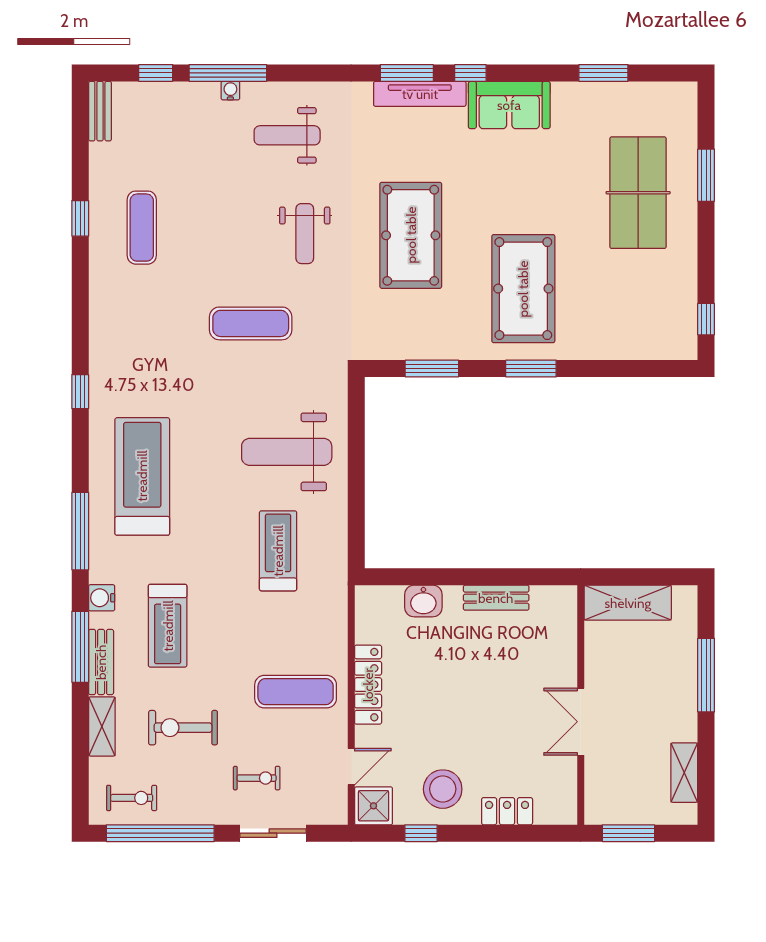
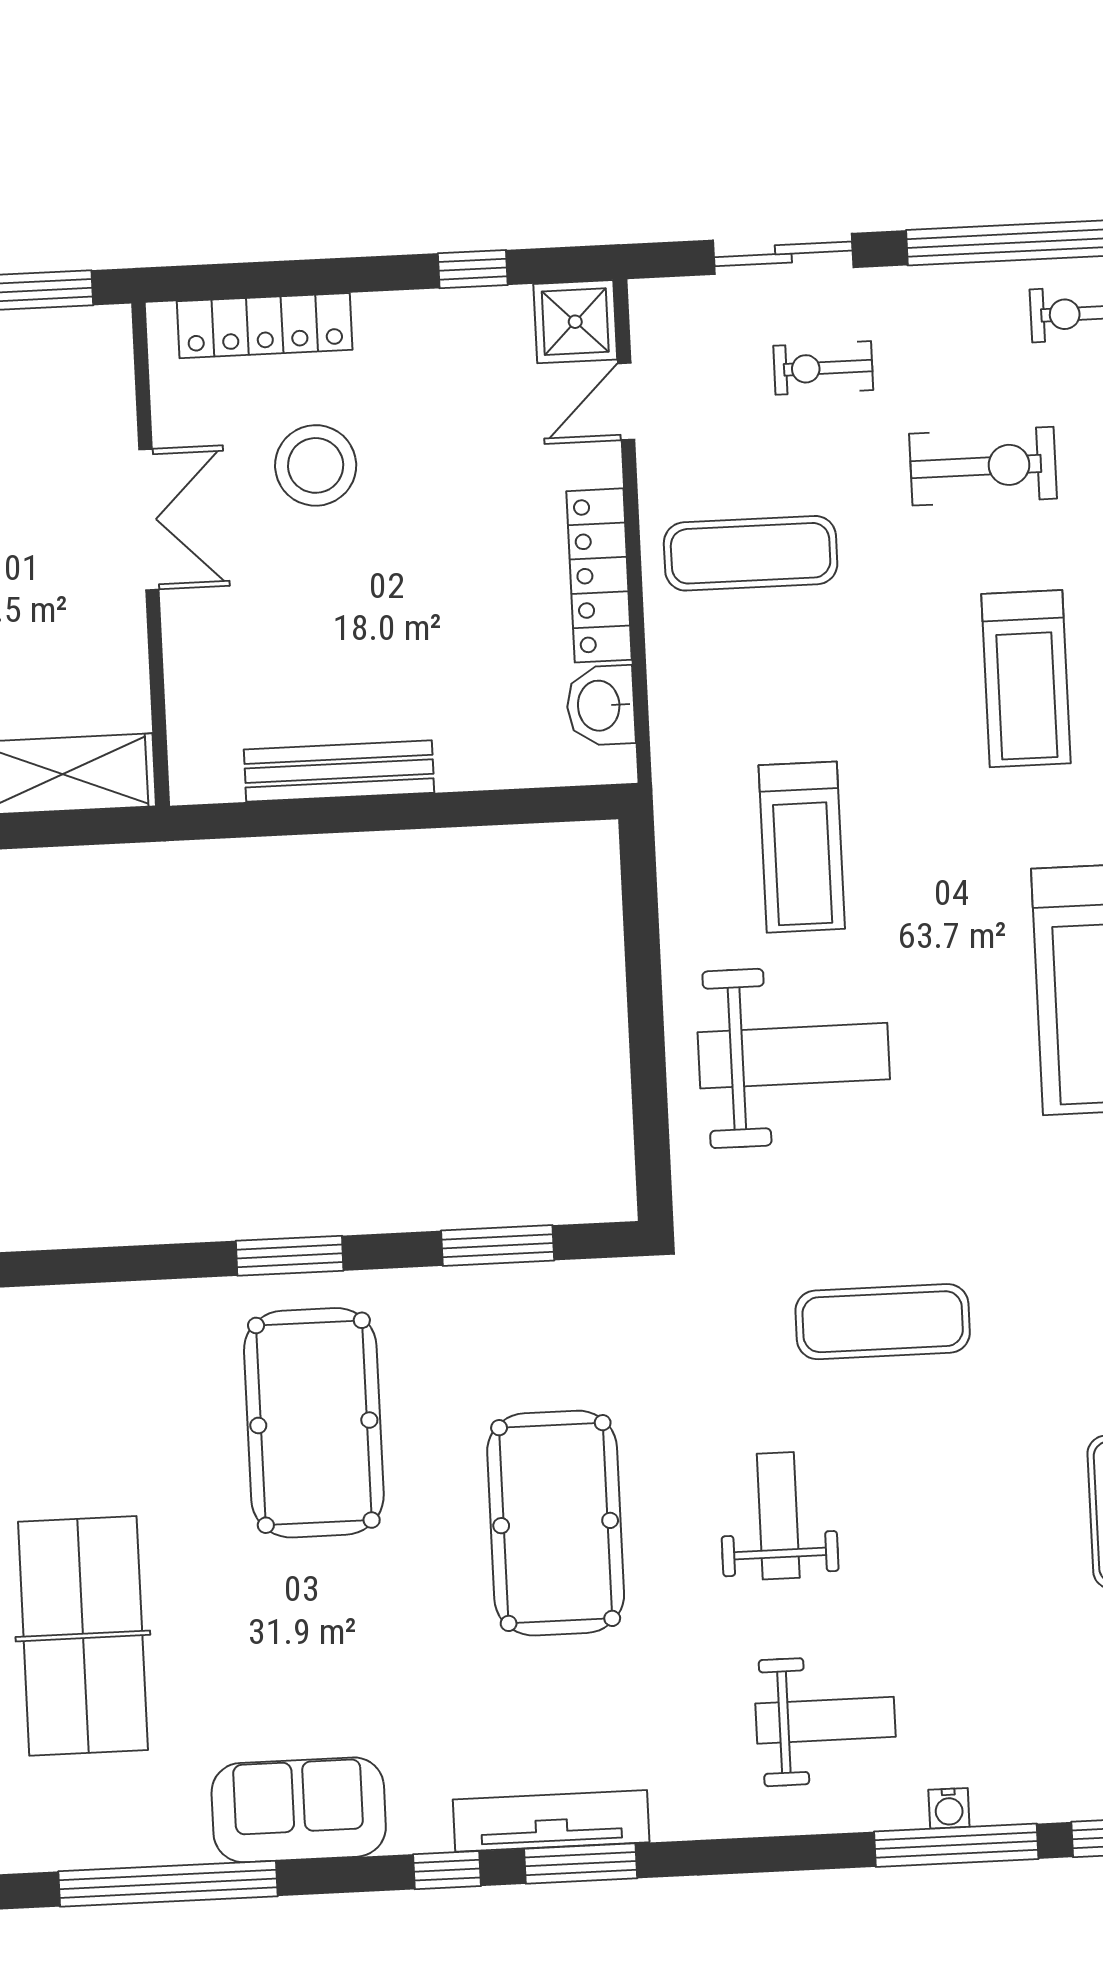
window: (603, 73) -> (168, 1884), width x2.11
sofa: (509, 105) -> (299, 1810), moved
bench: (496, 598) -> (339, 771), width x1.36
washbasin: (423, 601) -> (601, 706), moved, turned -90
treadmill: (168, 626) -> (1026, 679), turned 180
stool: (443, 789) -> (316, 465), moved
locker: (507, 811) -> (265, 326), width x1.53

